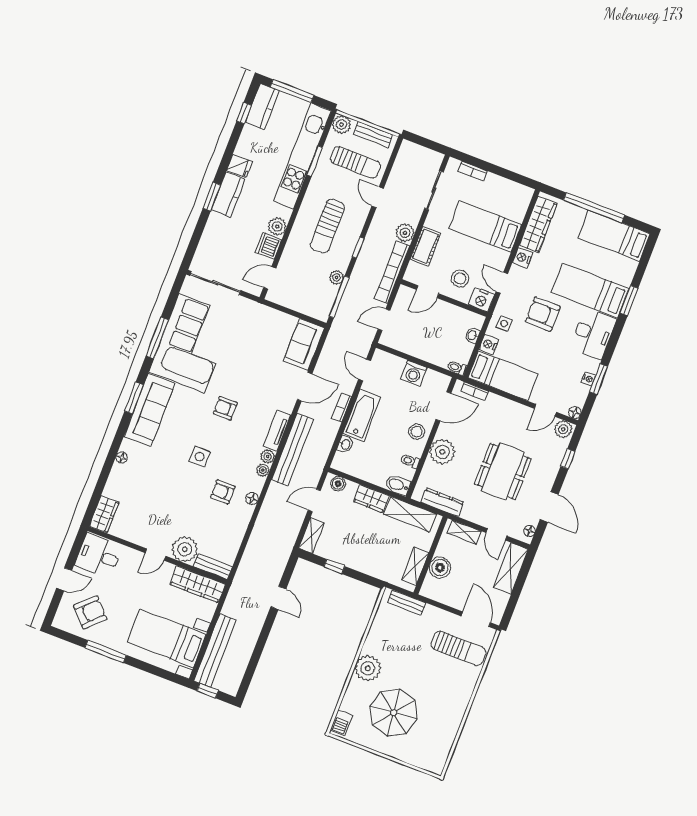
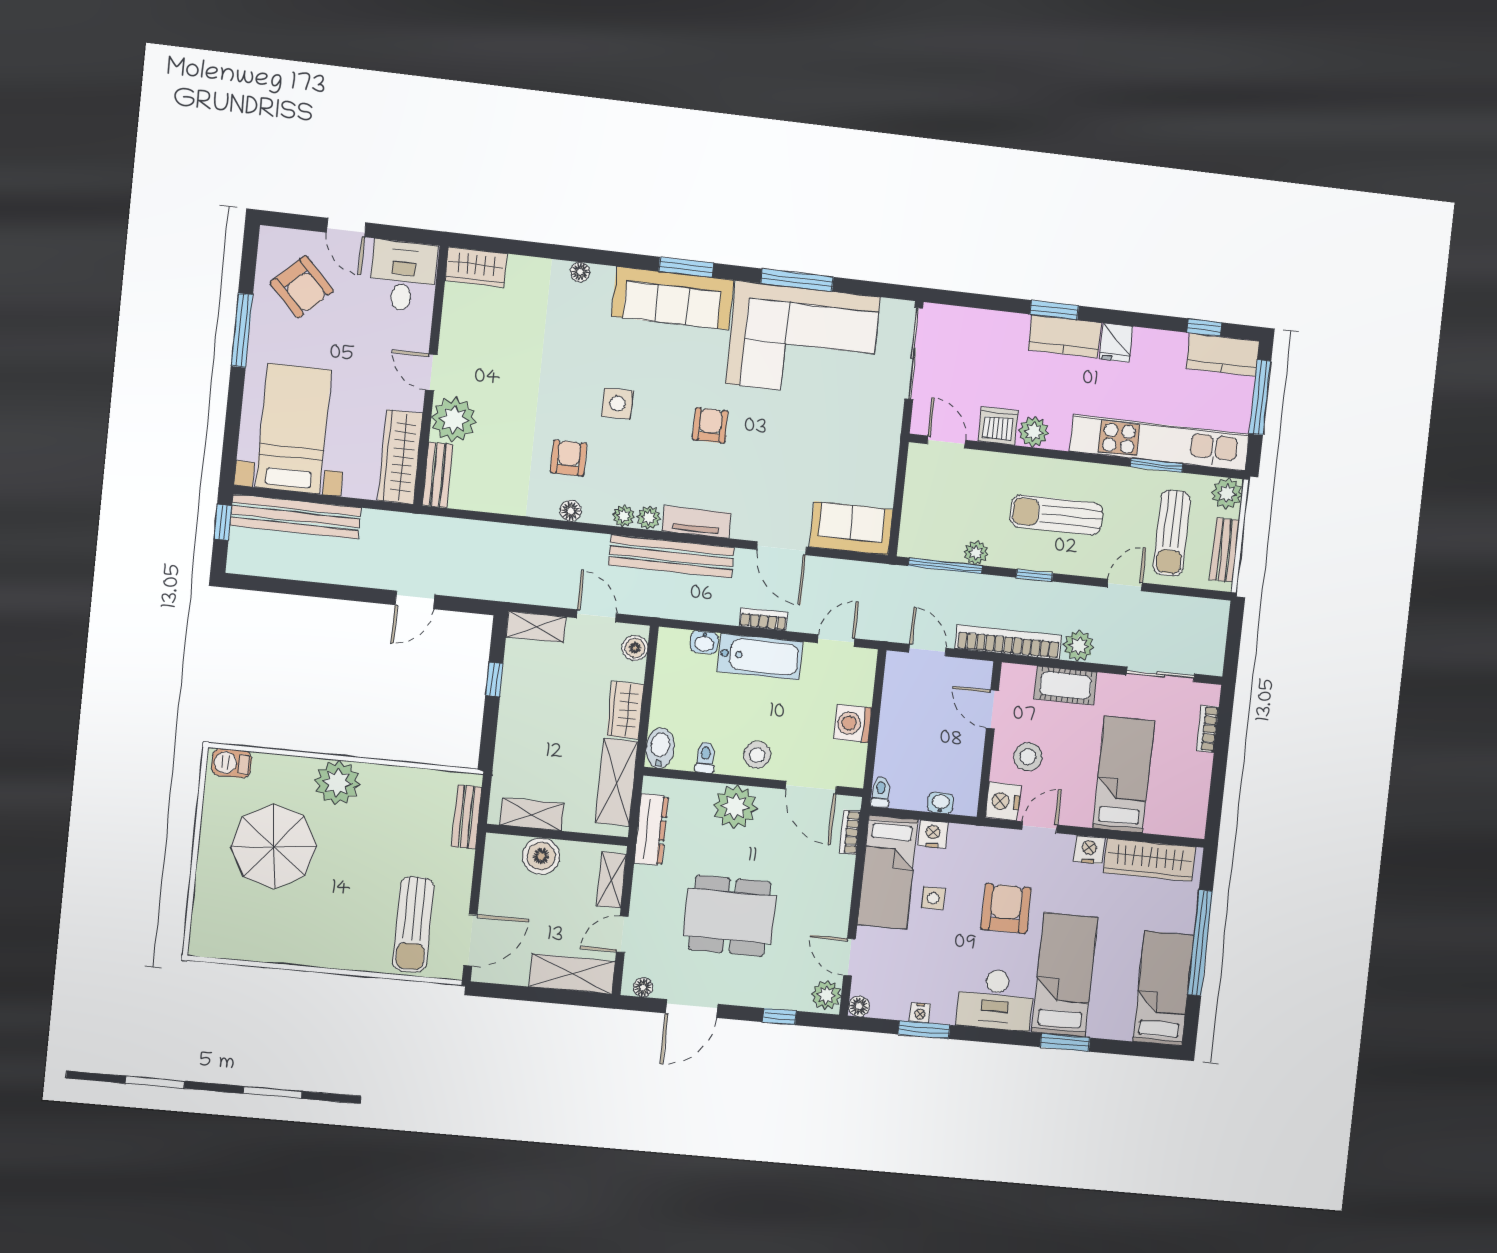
side table: (504, 324) -> (933, 898), moved

